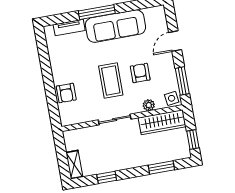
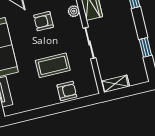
coffee table: (111, 80) -> (53, 65), moved
shelving: (74, 165) -> (115, 84), moved

